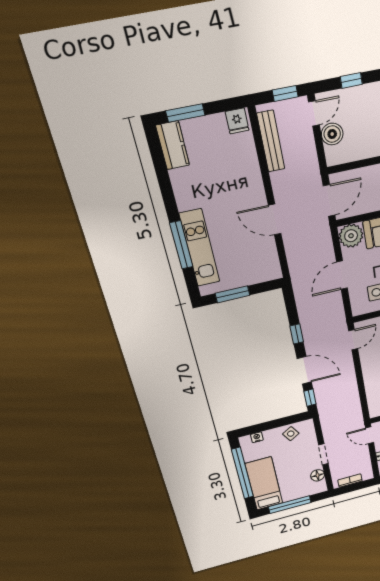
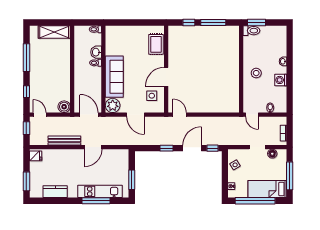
boiler: (332, 134) -> (64, 107), moved
bench: (271, 141) -> (64, 141), moved
kitchen counter: (173, 145) -> (55, 192), moved
door: (370, 435) -> (252, 115), hinge flipped

